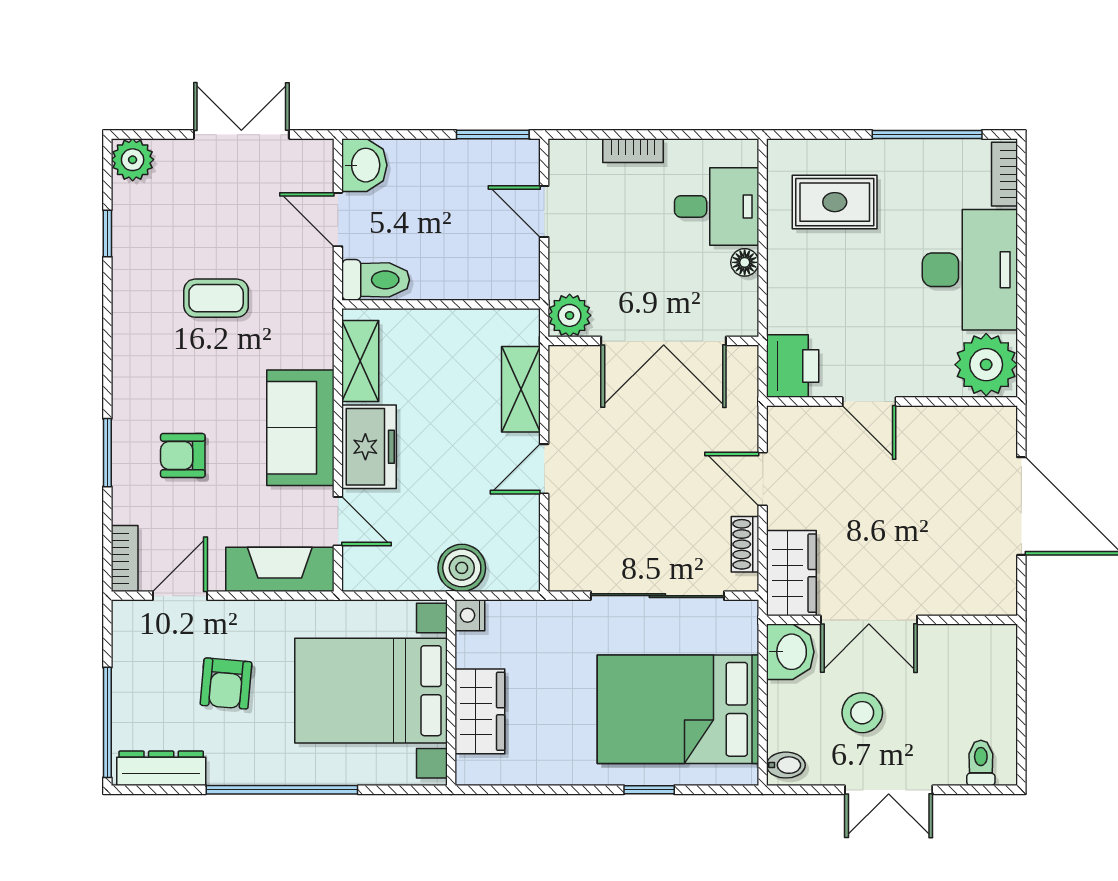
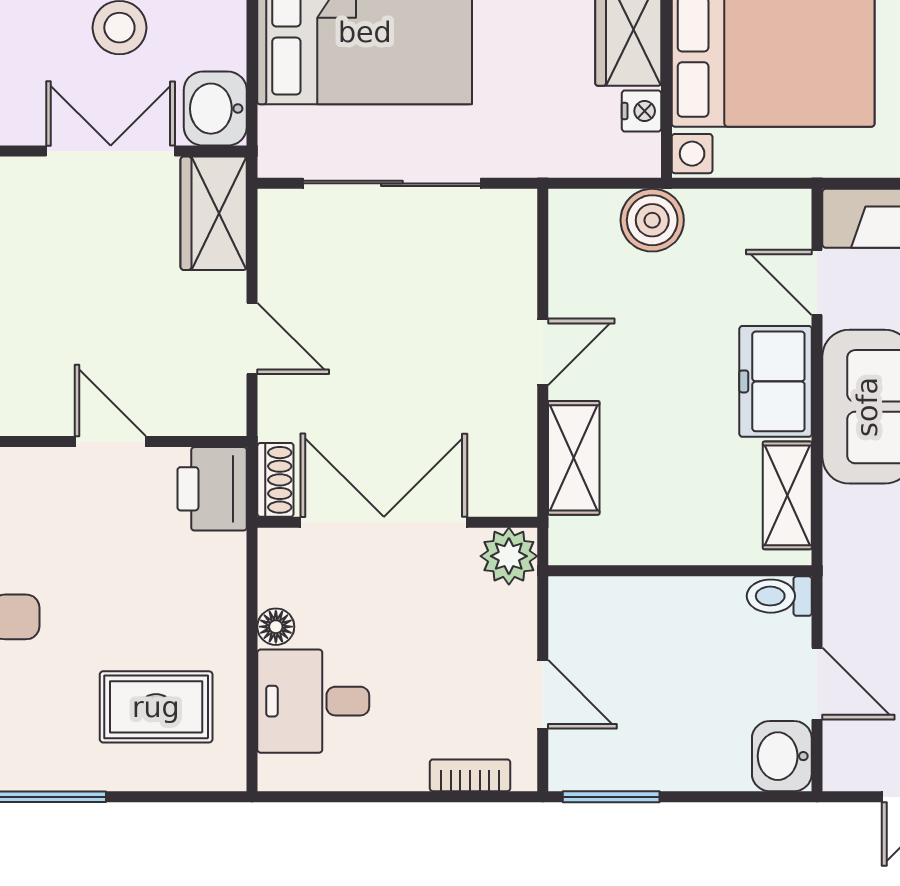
bookcase: (633, 151) -> (470, 775), moved
toilet: (376, 280) -> (779, 596), width x0.73, depth x0.72
shoe rack: (745, 544) -> (275, 480), moved
nightstand: (470, 615) -> (641, 111), moved

